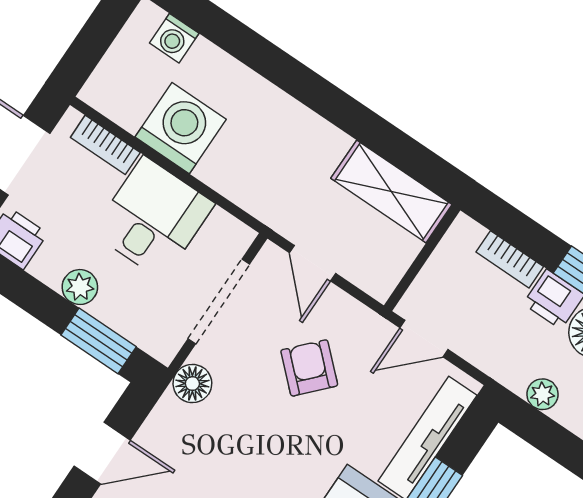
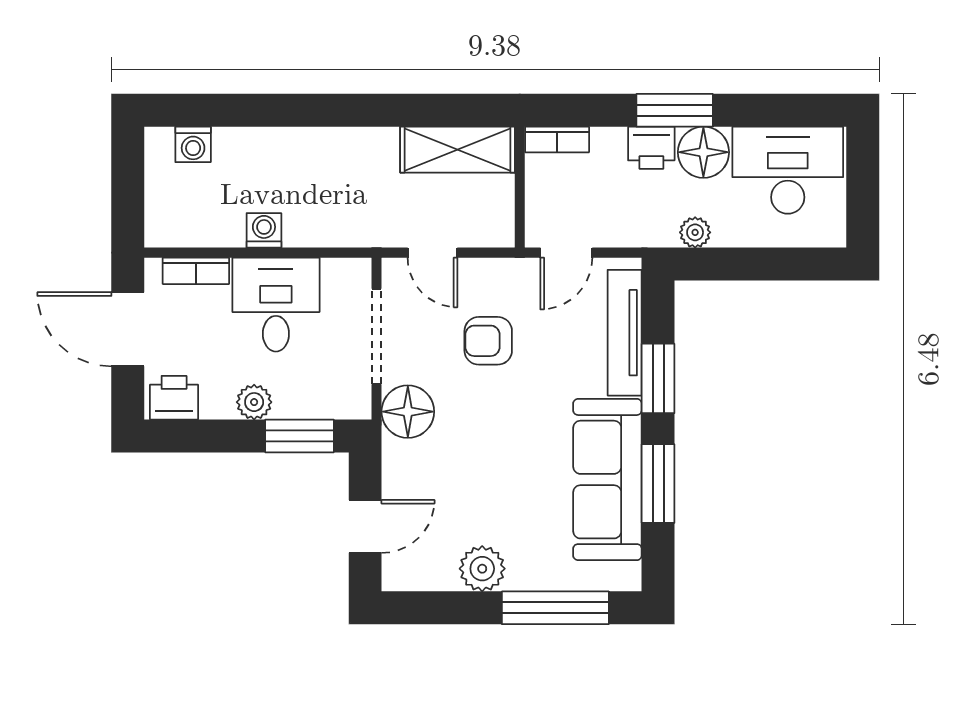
washing machine: (181, 128) -> (264, 230), width x0.53, depth x0.53
bookcase: (510, 259) -> (557, 139), moved
armchair: (309, 368) -> (488, 341), turned -43
floor lamp: (192, 384) -> (408, 412), width x1.38, depth x1.38

